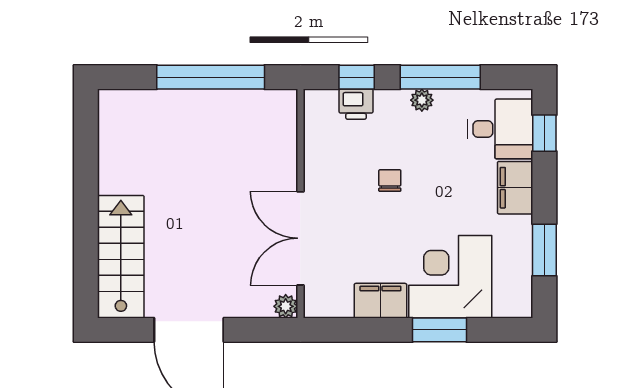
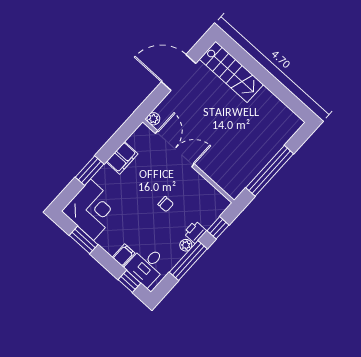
printer: (356, 104) -> (195, 232), moved
filing cabinet: (515, 188) -> (124, 255), width x0.50
corner desk: (450, 277) -> (92, 210), moved

